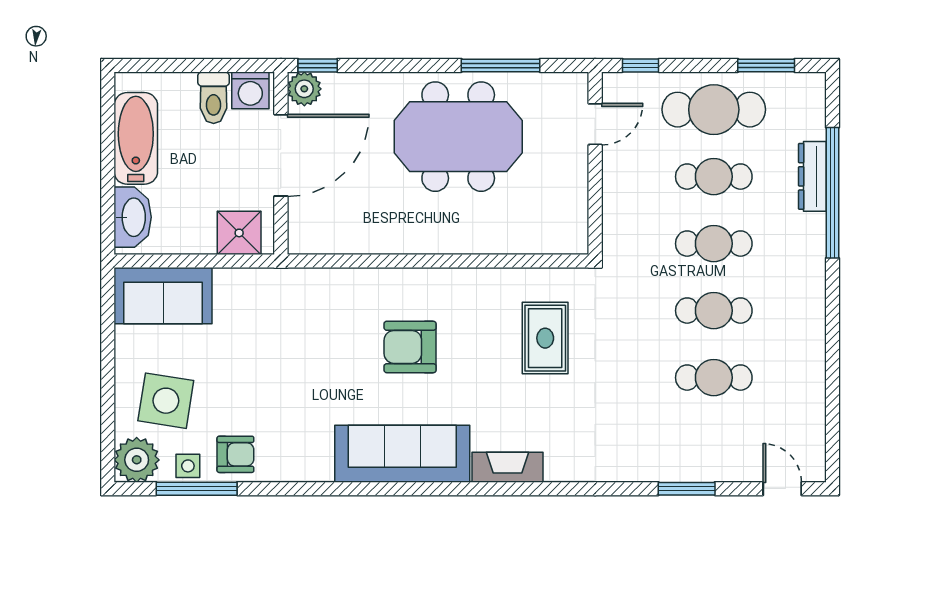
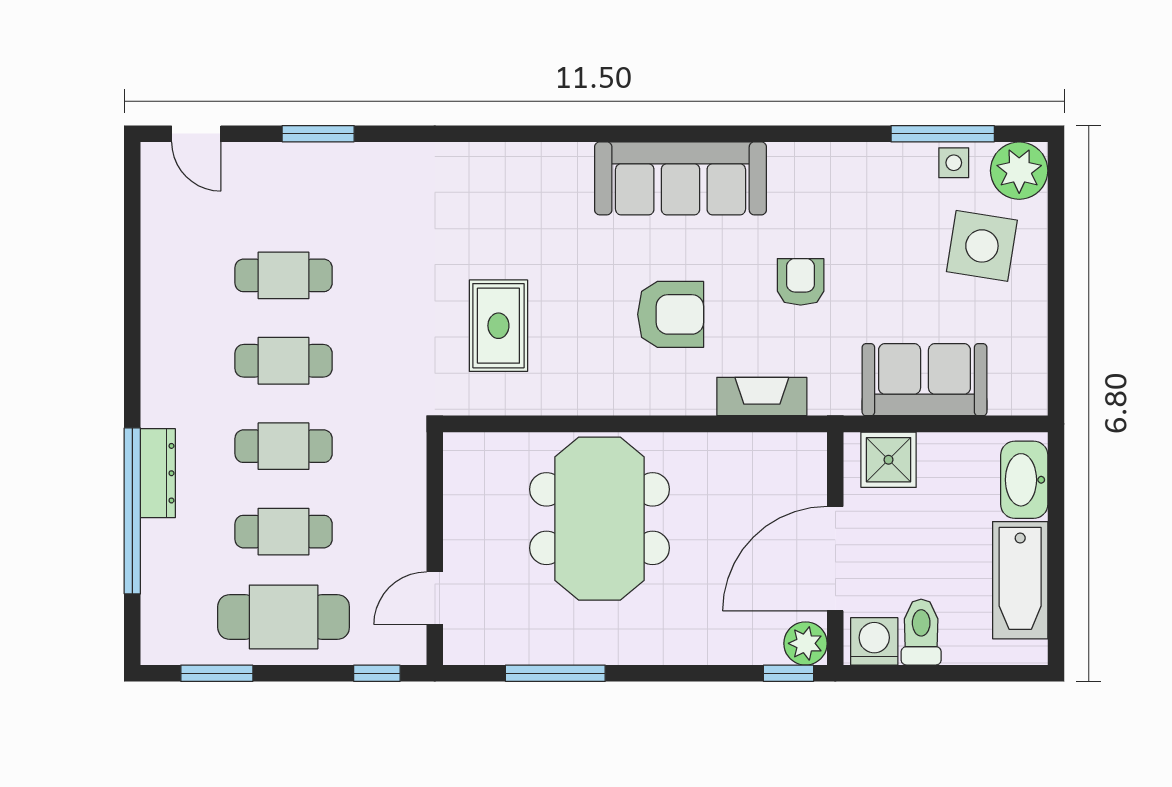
meeting table: (458, 137) -> (600, 519), moved, turned 90
dresser: (812, 176) -> (158, 473), moved
sofa: (163, 296) -> (925, 380), moved
armchair: (235, 454) -> (801, 282), moved, turned 90
fireplace: (508, 467) -> (762, 397), moved, turned 180

